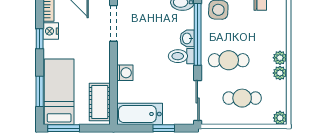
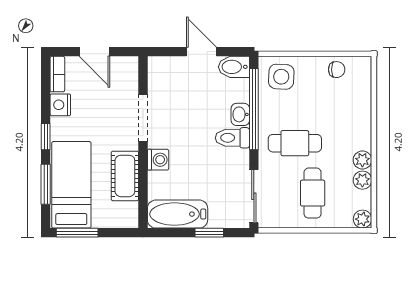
doorway: (113, 23) -> (143, 118), moved
window: (40, 39) -> (46, 137), moved
plant: (280, 58) -> (362, 180), moved
cafe table: (242, 98) -> (313, 193), turned 90
cot: (100, 102) -> (125, 176), moved

